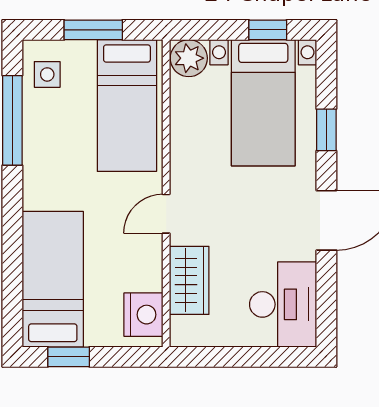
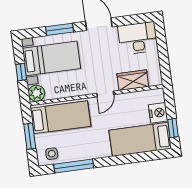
window: (268, 30) -> (21, 72), moved
window: (326, 130) -> (60, 29), width x1.50
door: (166, 214) -> (105, 94), hinge flipped
nightstand: (143, 315) -> (158, 113), moved, turned 90

